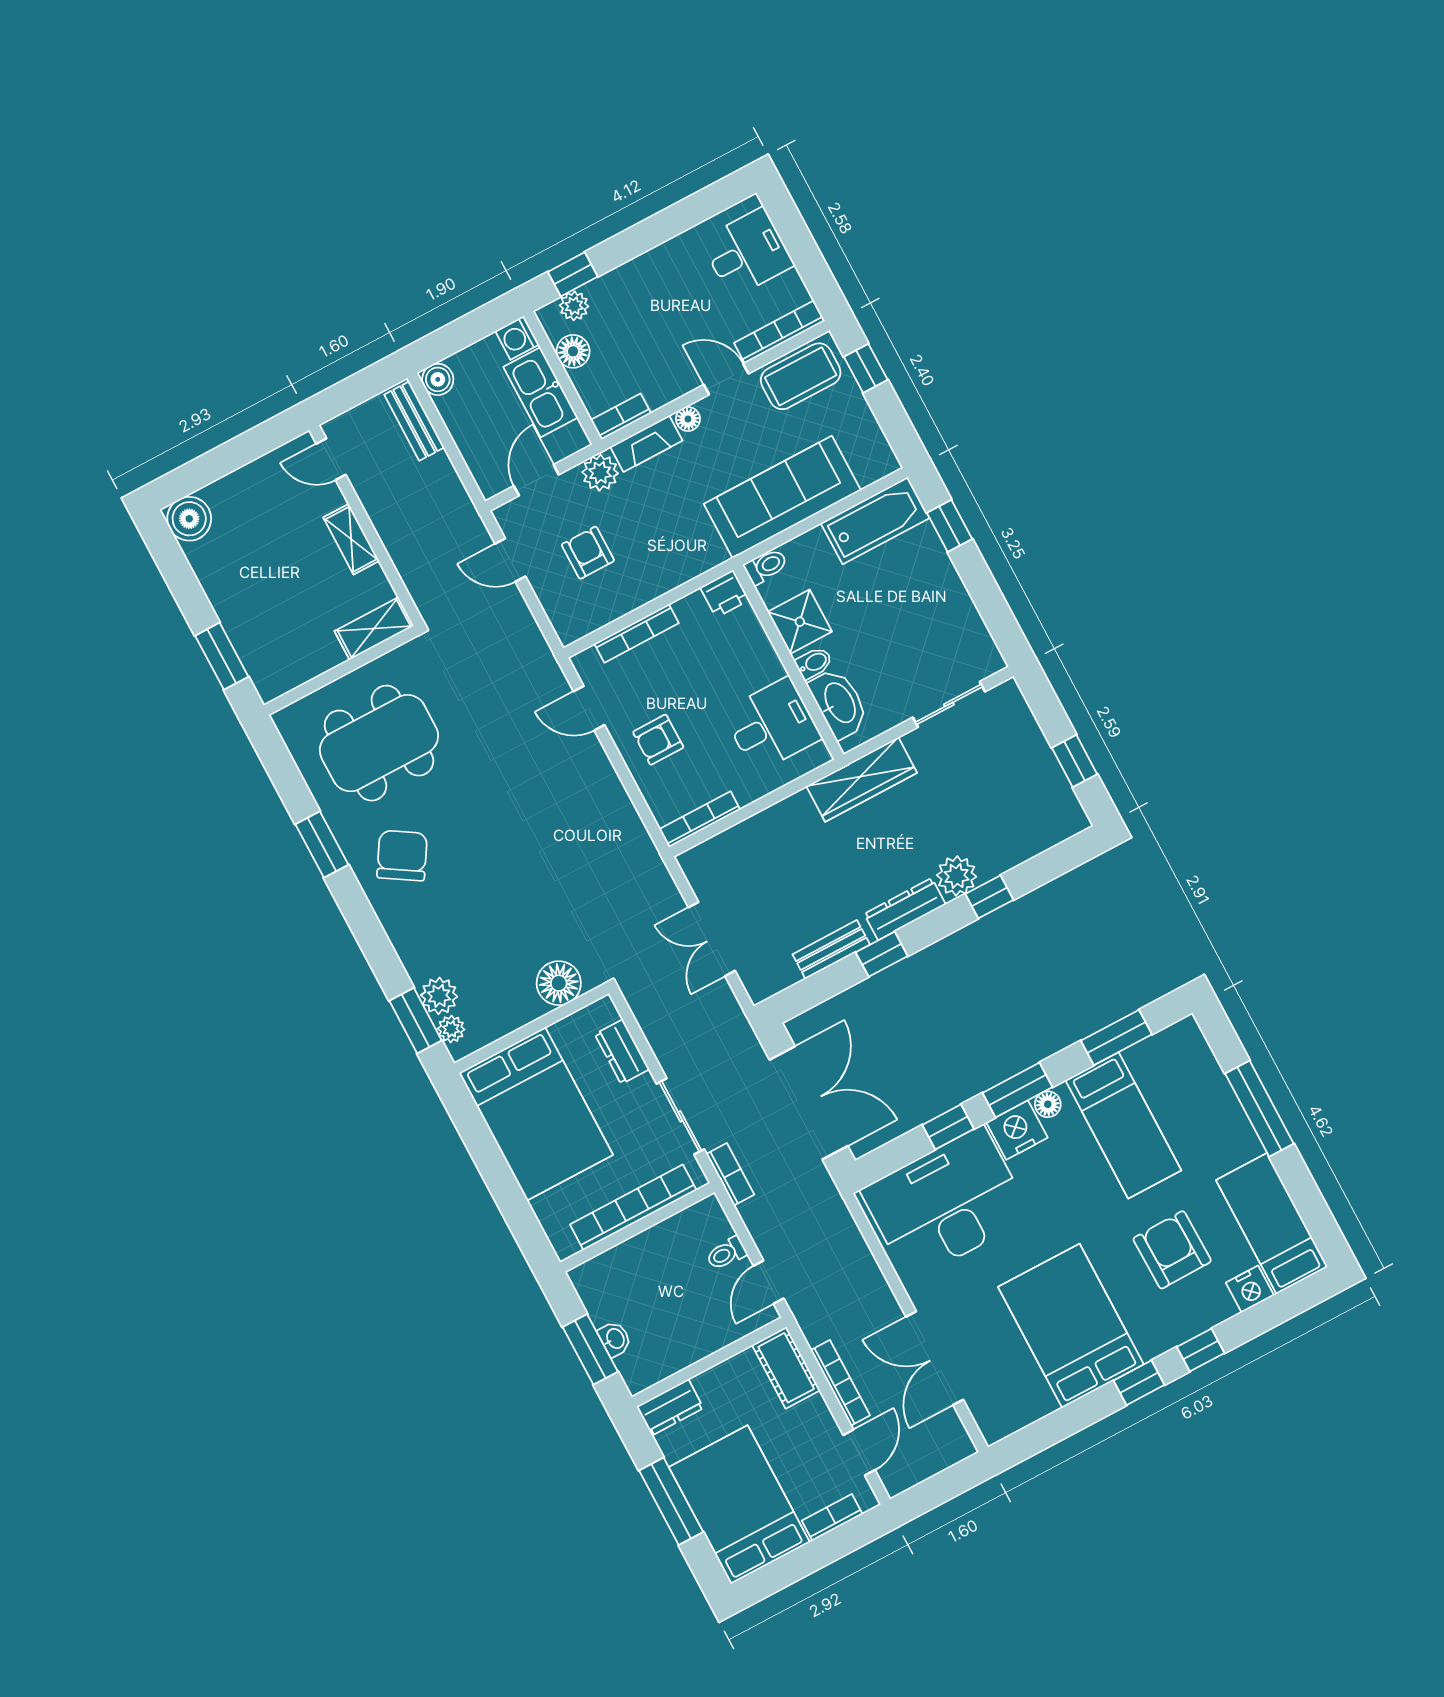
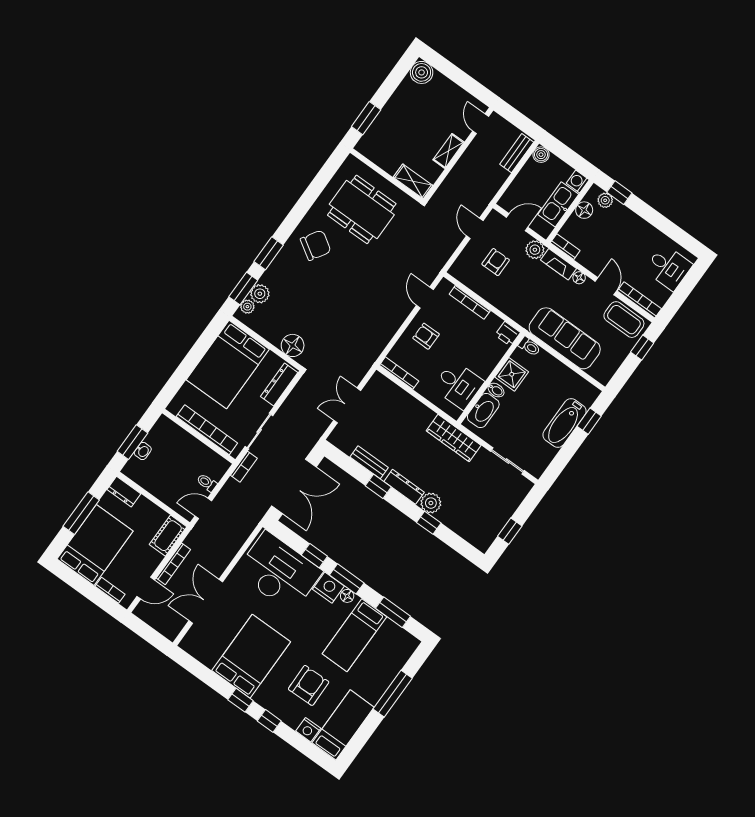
bathtub: (875, 521) -> (564, 423), moved, turned 90
window: (322, 845) -> (269, 253), moved
dresser: (622, 1052) -> (279, 385), width x1.44

